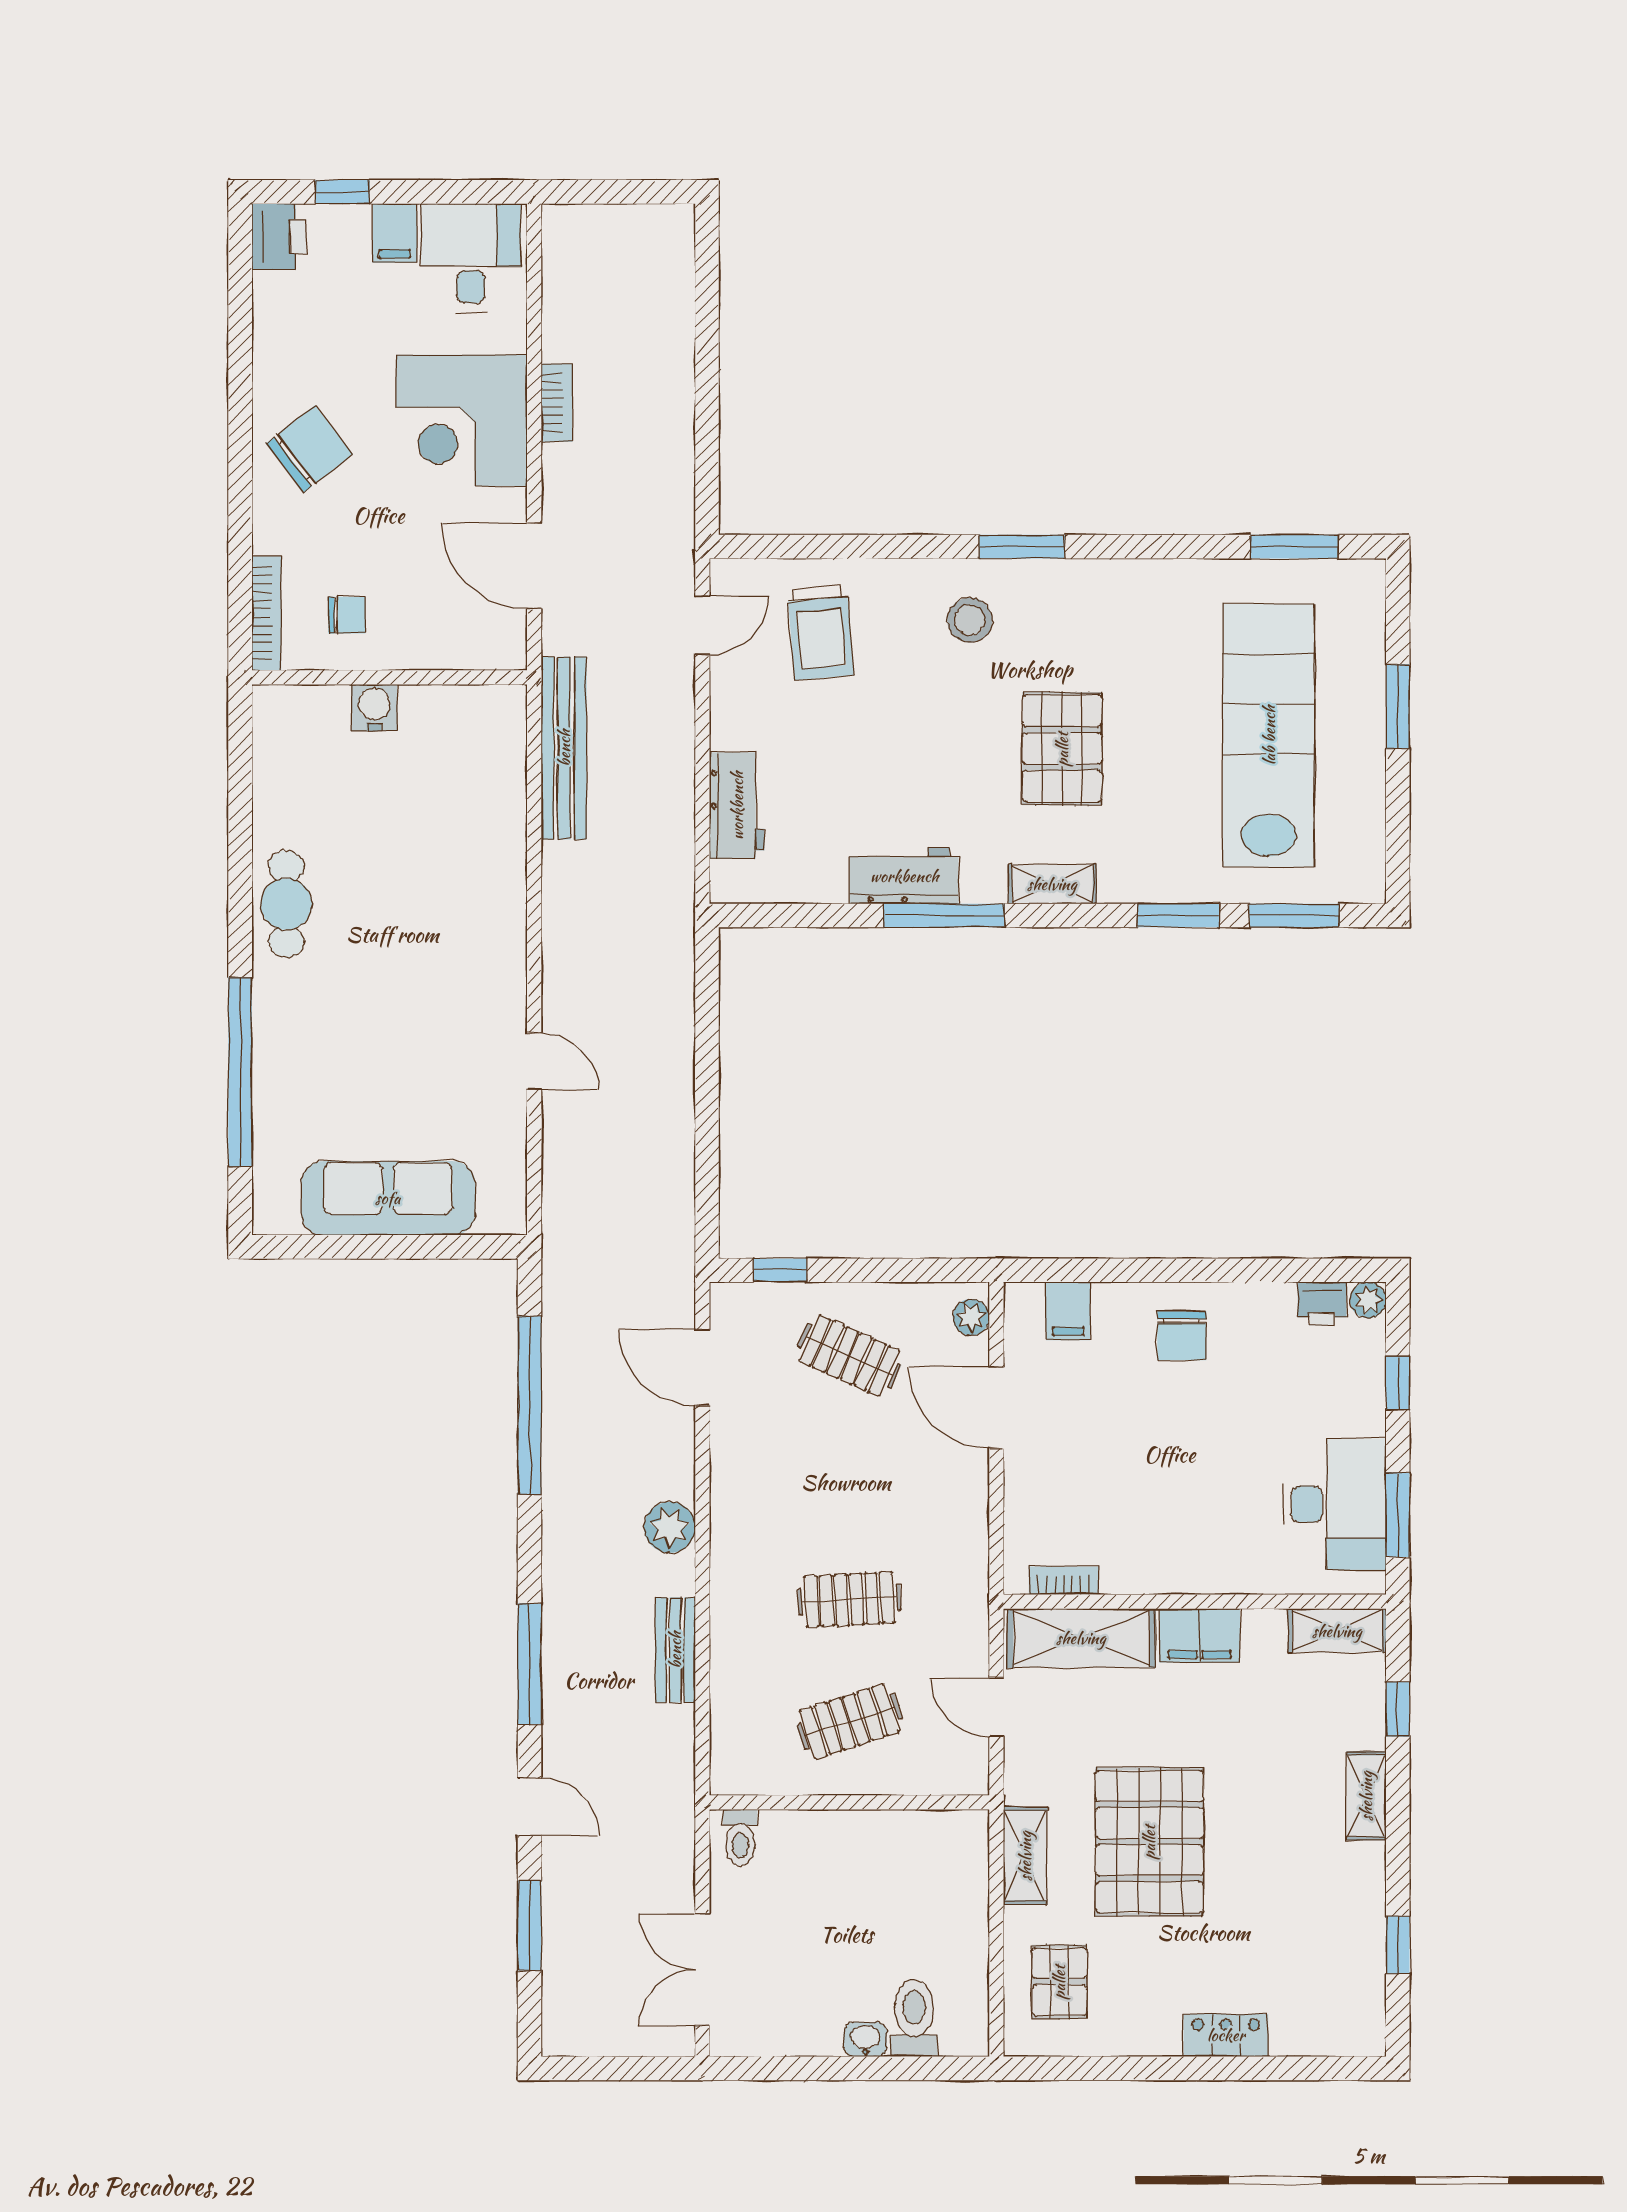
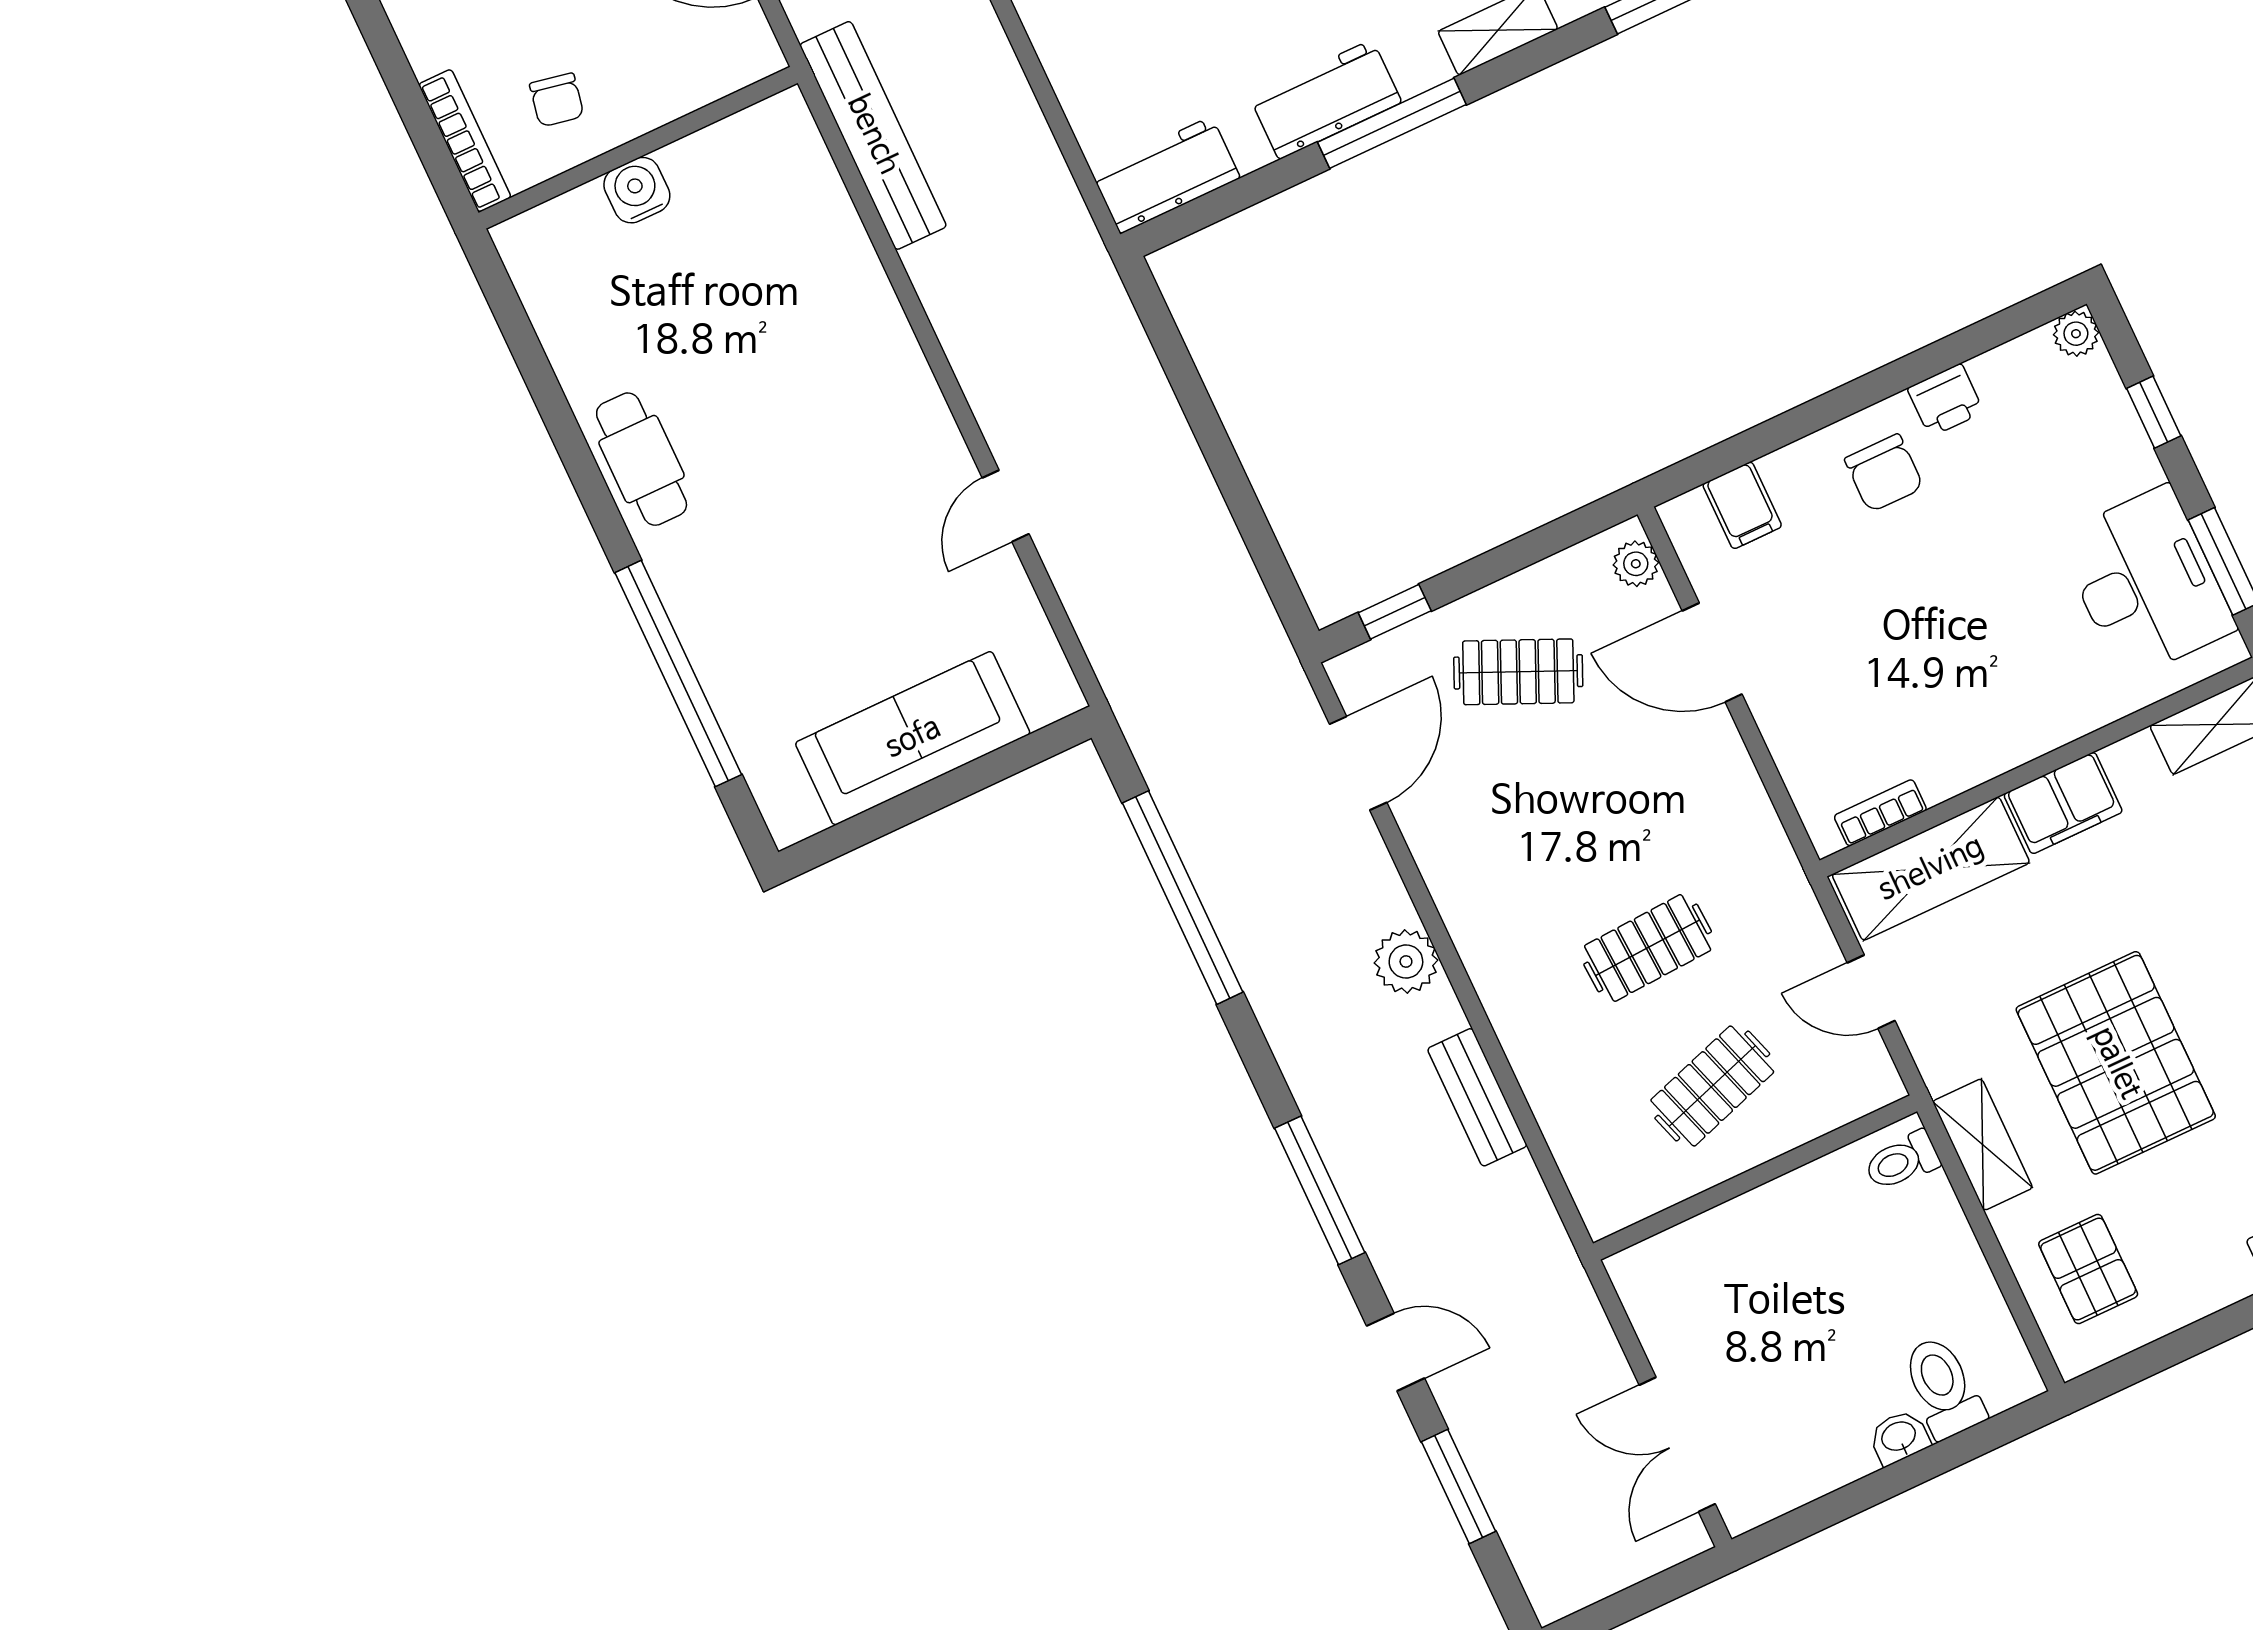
chair: (347, 615) -> (557, 100), turned 101
workbench: (737, 806) -> (1166, 175), moved, turned -90
door: (534, 1061) -> (1006, 506), swing flipped
printer: (1322, 1304) -> (1945, 400), moved
door: (702, 1368) -> (1358, 763), swing flipped
toilet: (740, 1837) -> (1902, 1161), moved, turned 90

